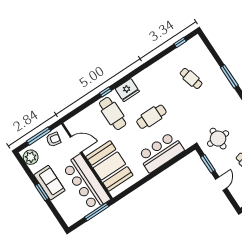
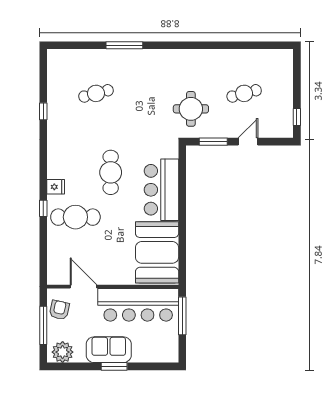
window: (180, 42) -> (43, 111), moved
fridge: (127, 90) -> (56, 187), width x0.53, depth x0.75
door: (76, 144) -> (83, 287), hinge flipped
booth: (109, 166) -> (157, 252), moved, turned 90
door: (221, 184) -> (248, 142), hinge flipped

